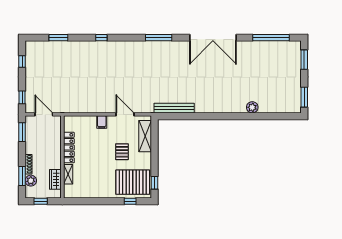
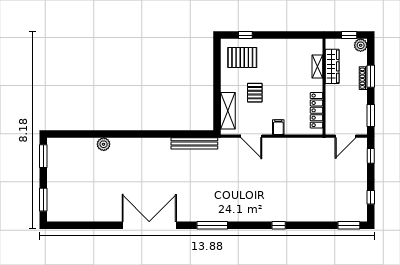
window: (58, 38) -> (349, 225), moved
window: (271, 38) -> (82, 225), removed
door: (44, 114) -> (345, 136), hinge flipped
locker: (69, 148) -> (316, 110), moved
window: (22, 176) -> (371, 76), moved
wardrobe: (55, 179) -> (332, 66), width x1.50
plant: (31, 181) -> (361, 45), moved
pallet: (133, 182) -> (242, 57), width x0.73, depth x0.71
window: (155, 183) -> (217, 57), removed

